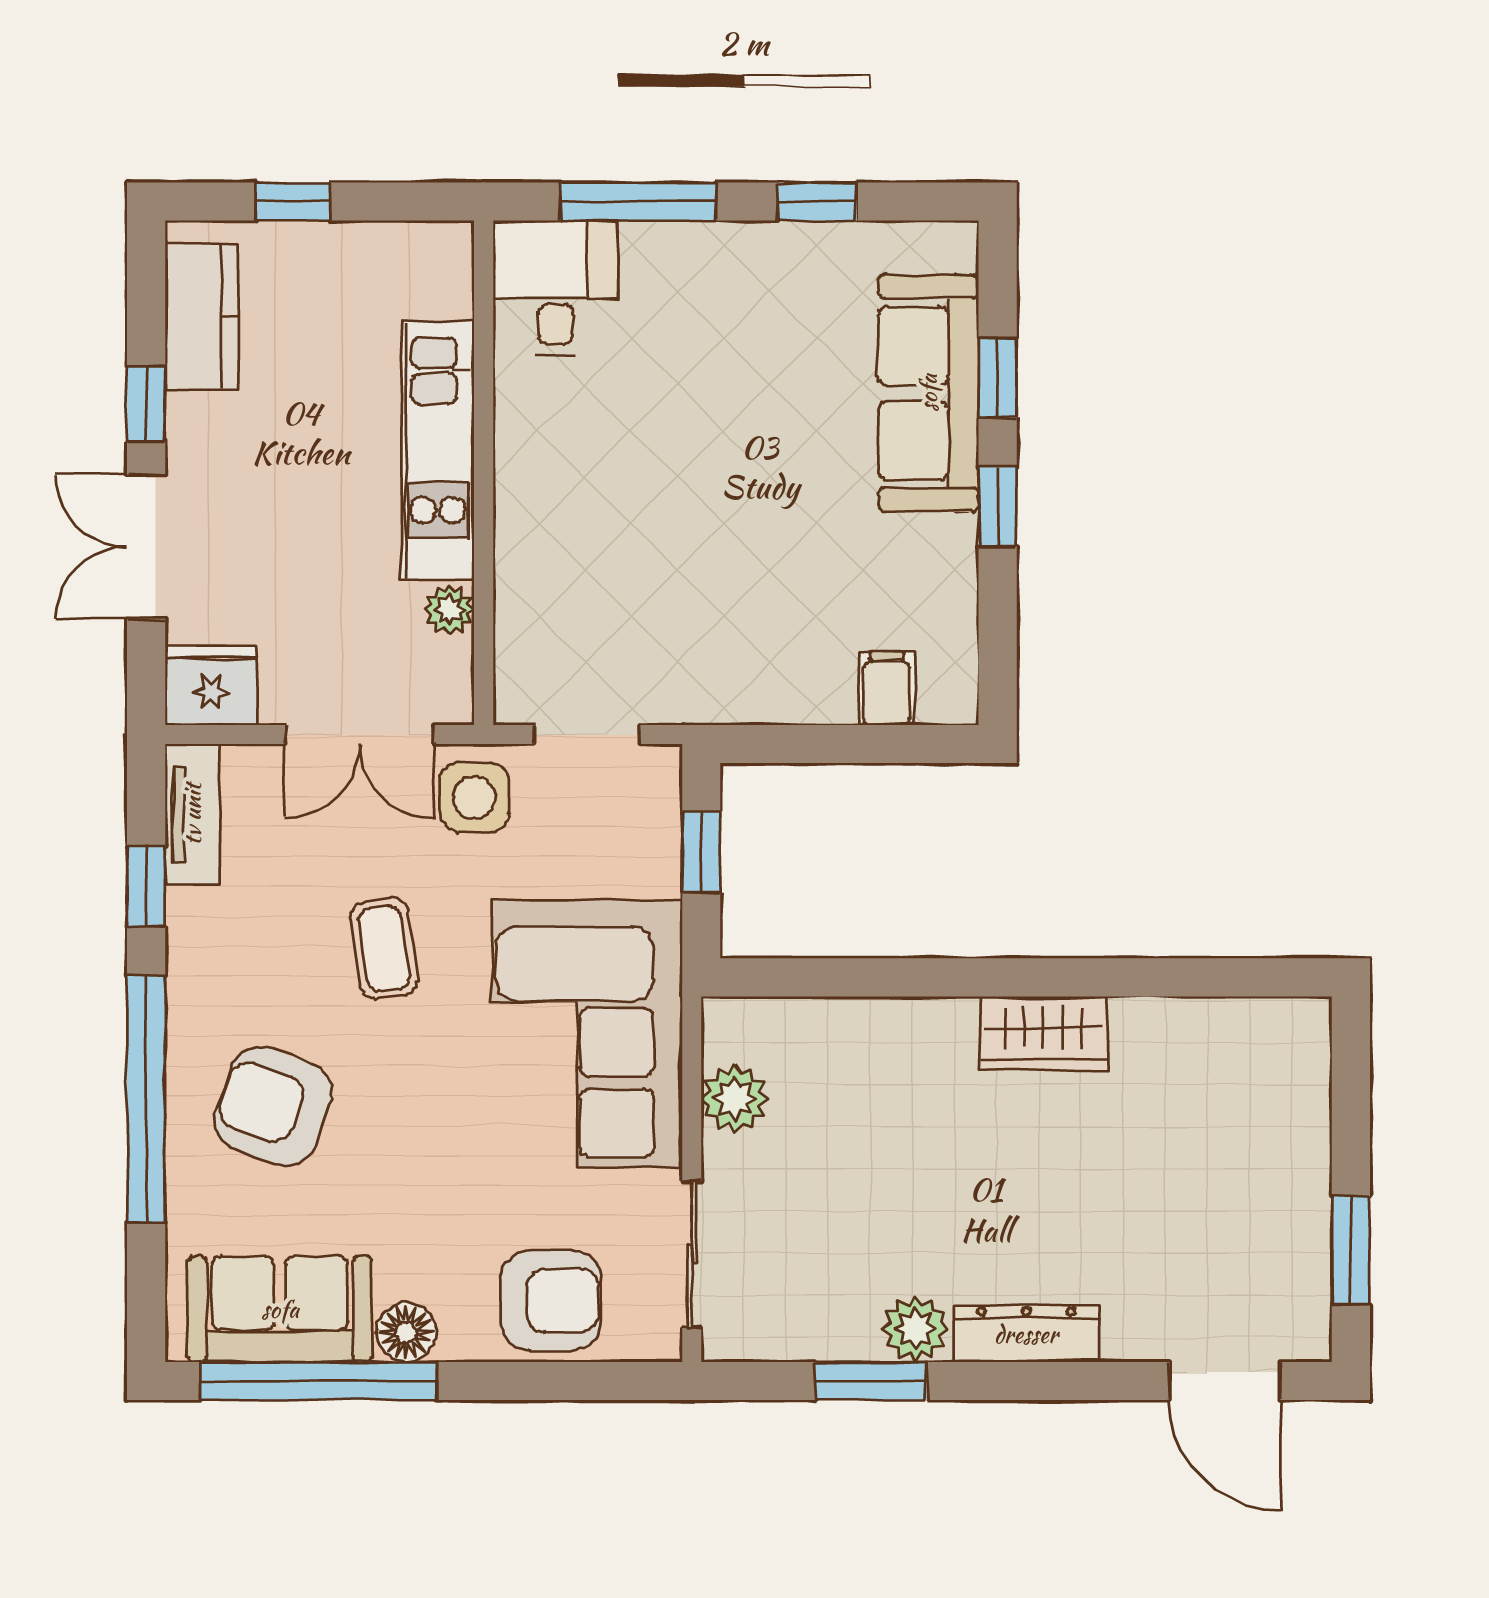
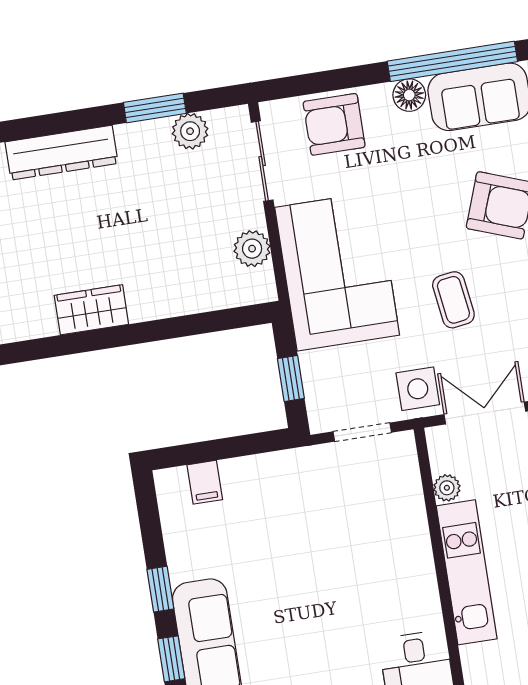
plant: (915, 1329) -> (190, 131), moved
dresser: (1026, 1334) -> (62, 153), width x1.37, depth x1.24

